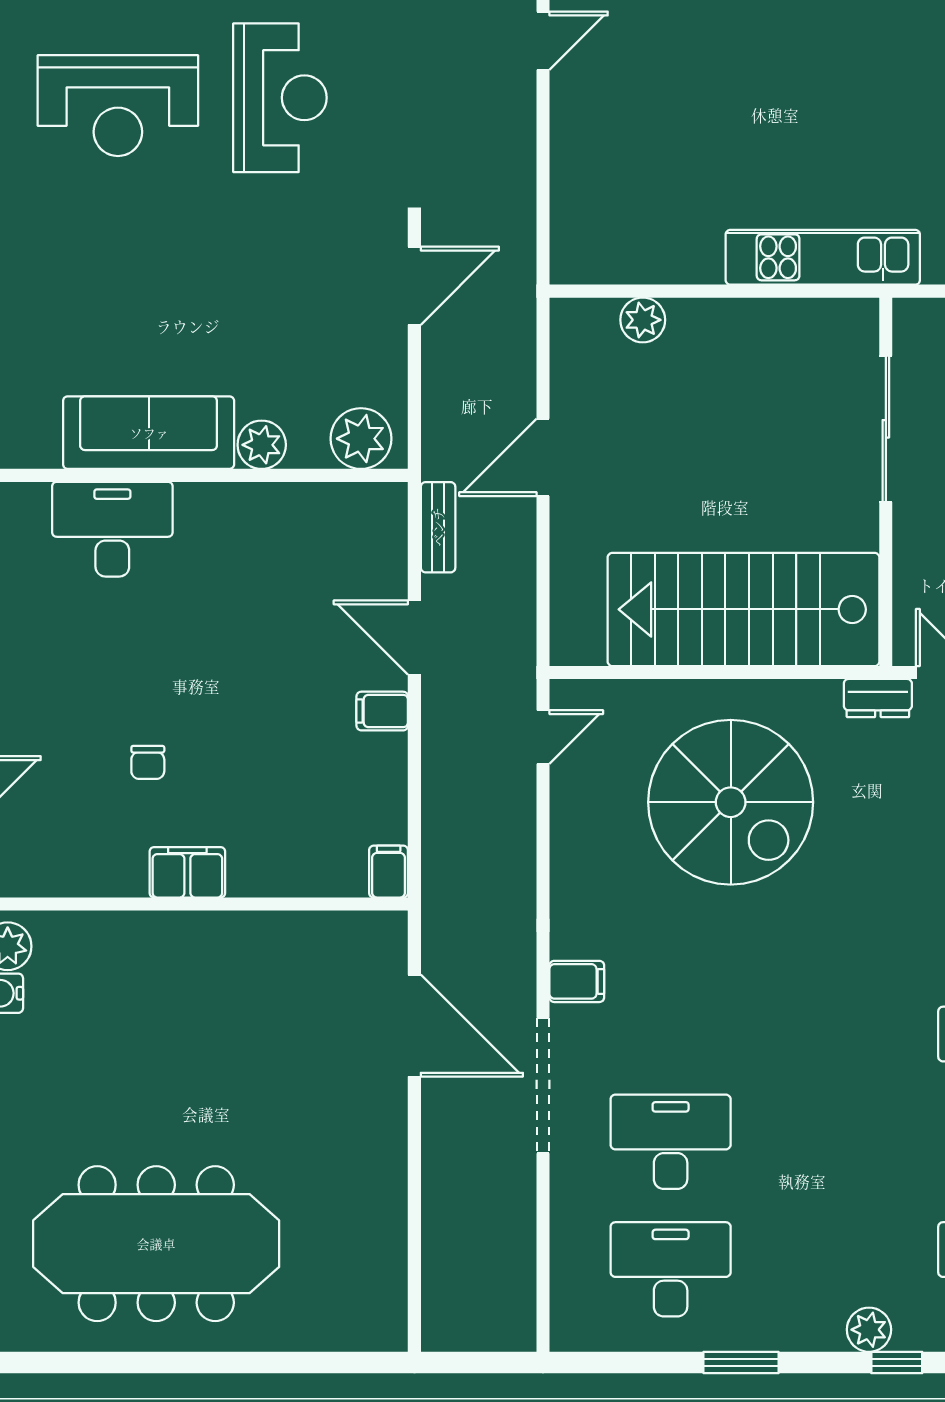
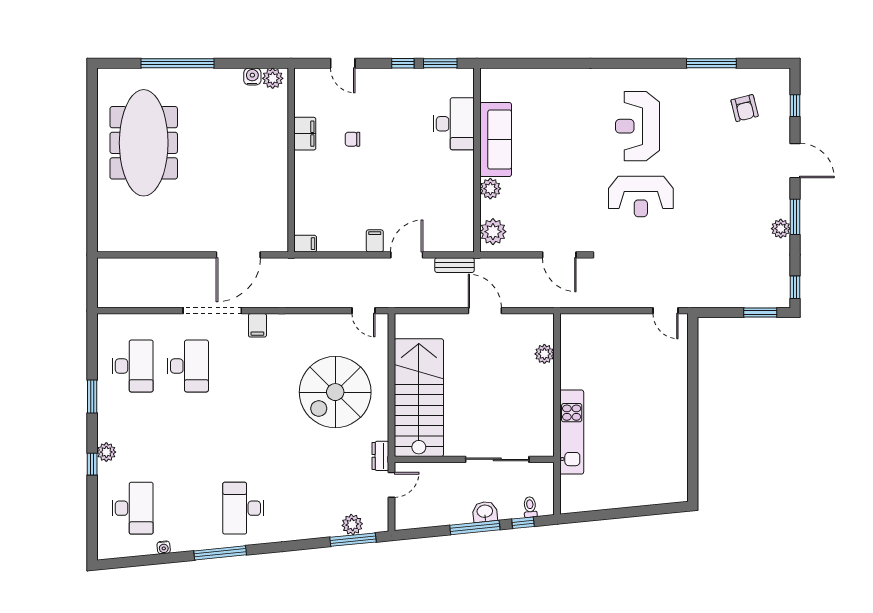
filing cabinet: (187, 872) -> (305, 134), moved

